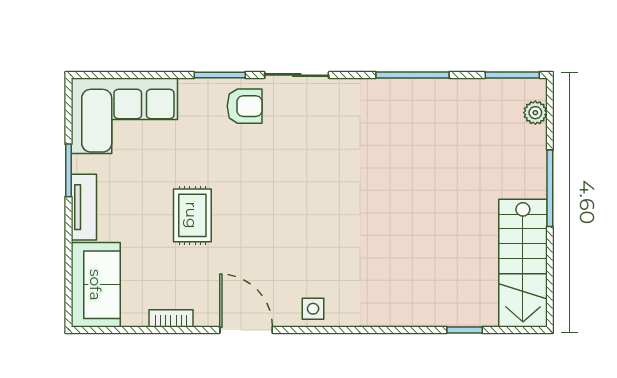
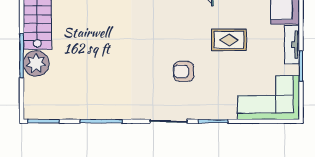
armchair: (245, 106) -> (184, 71), moved
plant: (535, 113) -> (36, 63), moved, width x1.88, depth x1.88
rug: (192, 215) -> (229, 40), turned 90

